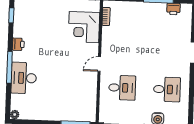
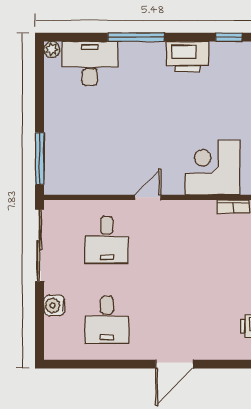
printer: (18, 44) -> (187, 57), width x1.87, depth x1.48
door: (99, 64) -> (148, 197), hinge flipped
desk: (24, 78) -> (90, 63), moved

